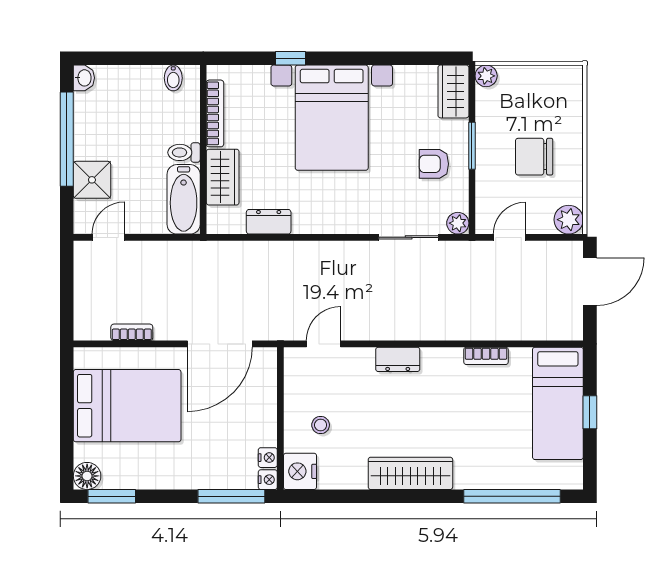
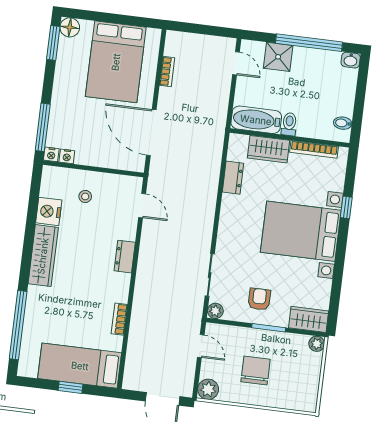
nightstand: (300, 471) -> (49, 211), moved, turned -90

